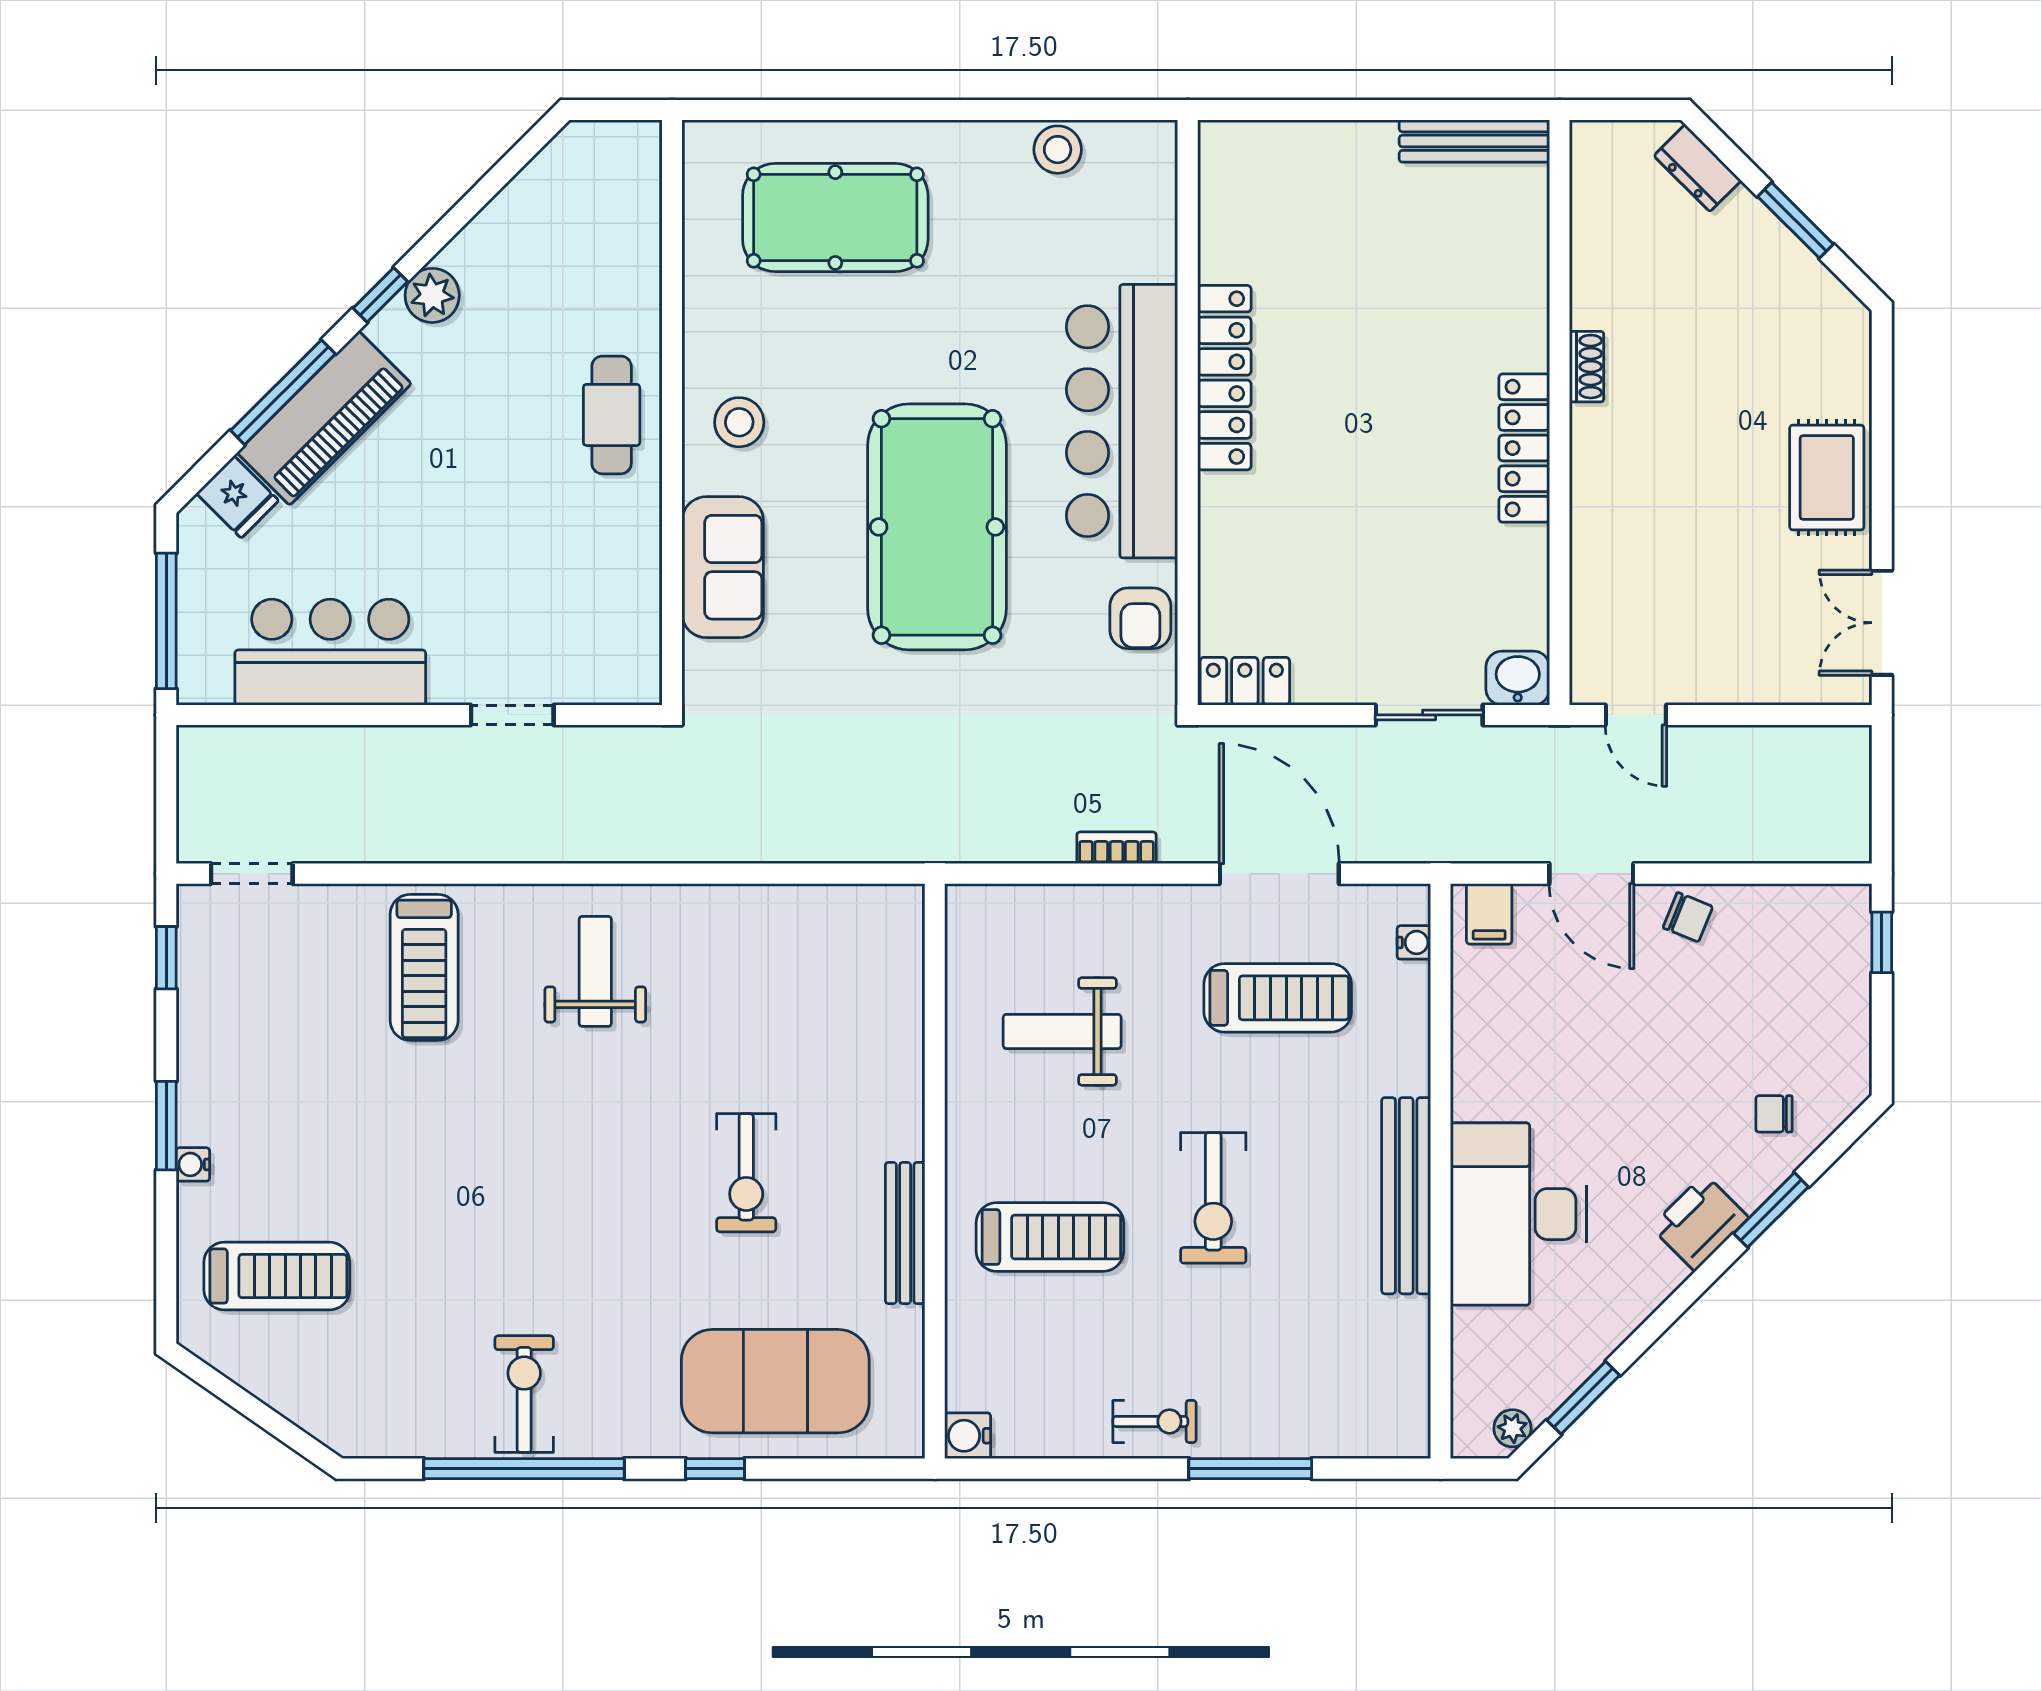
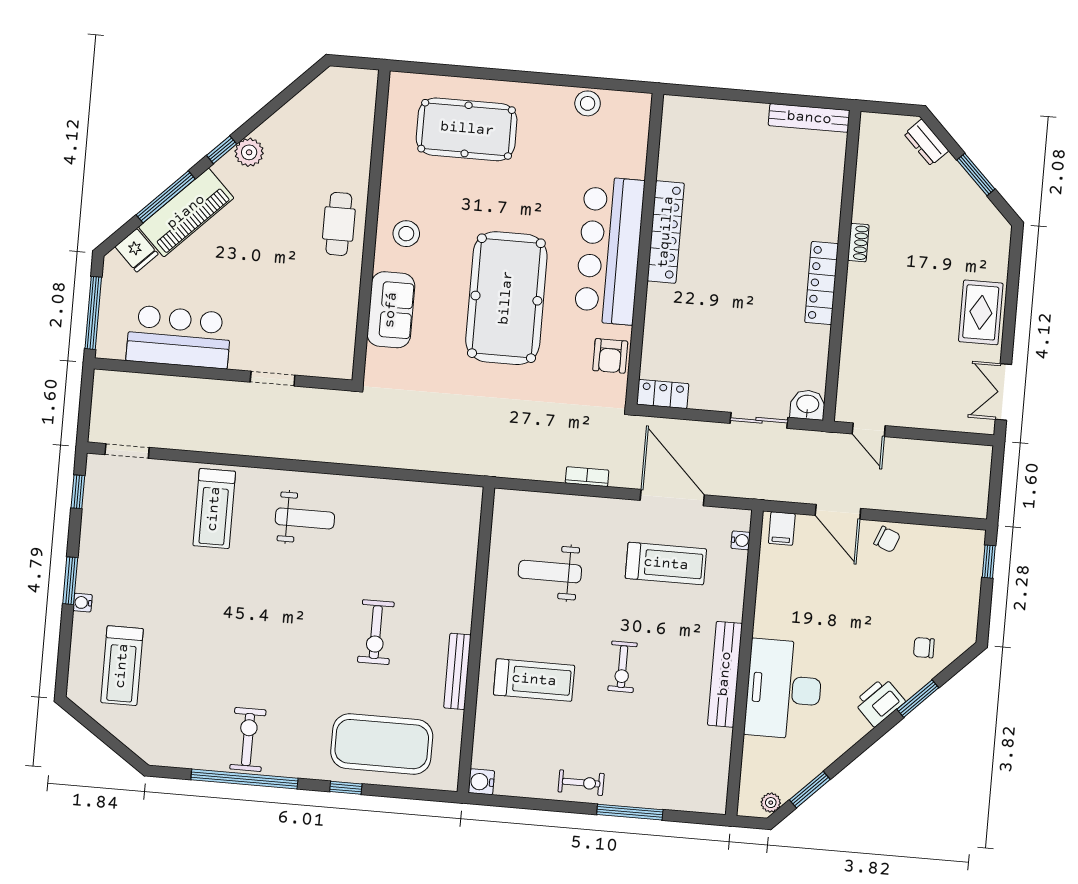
weight bench: (595, 971) -> (305, 518), turned 90
exercise bike: (1213, 1198) -> (622, 667), width x0.73, depth x0.72
treadmill: (277, 1276) -> (122, 666), turned 90

